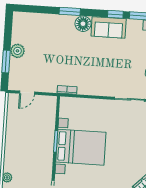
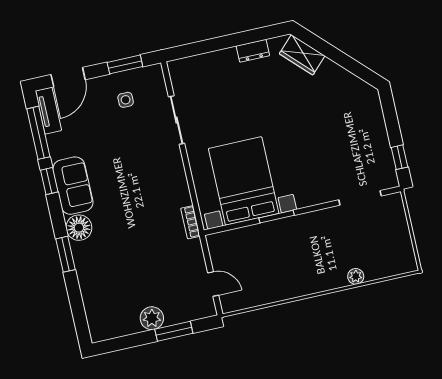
bed with nightstands: (81, 147) -> (244, 181), moved

